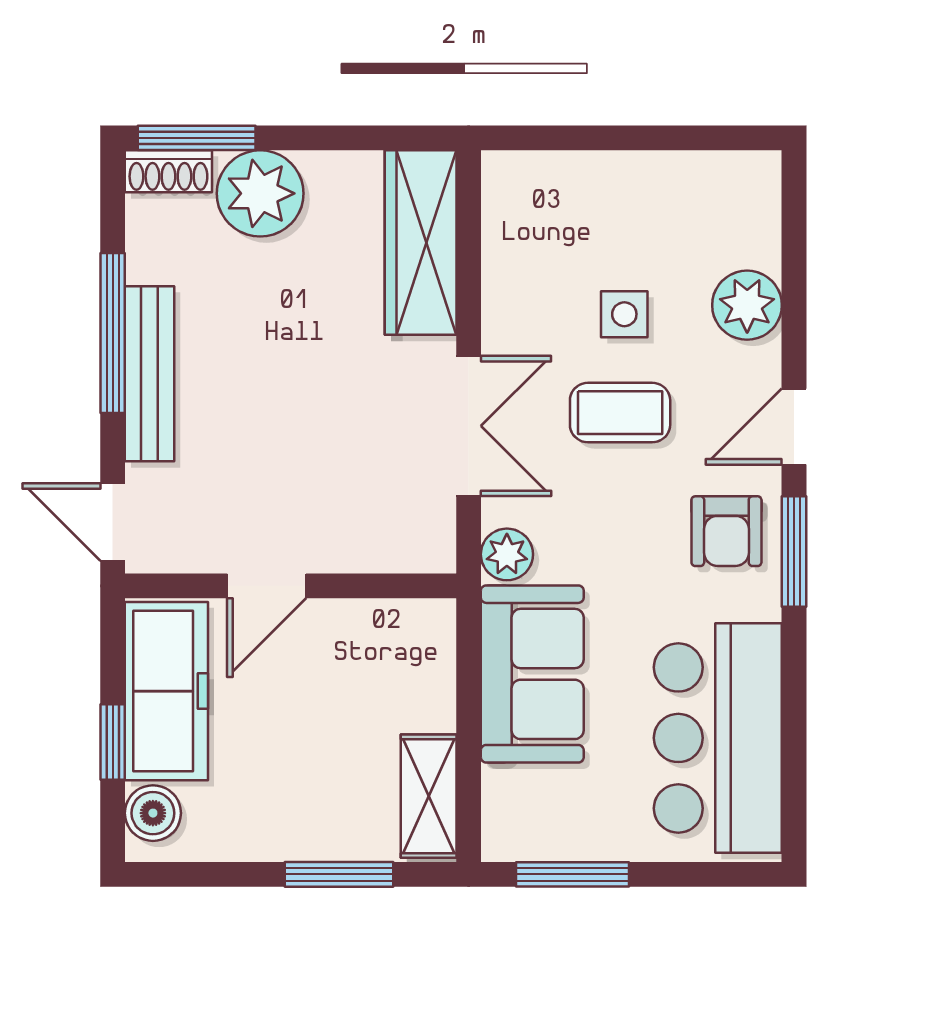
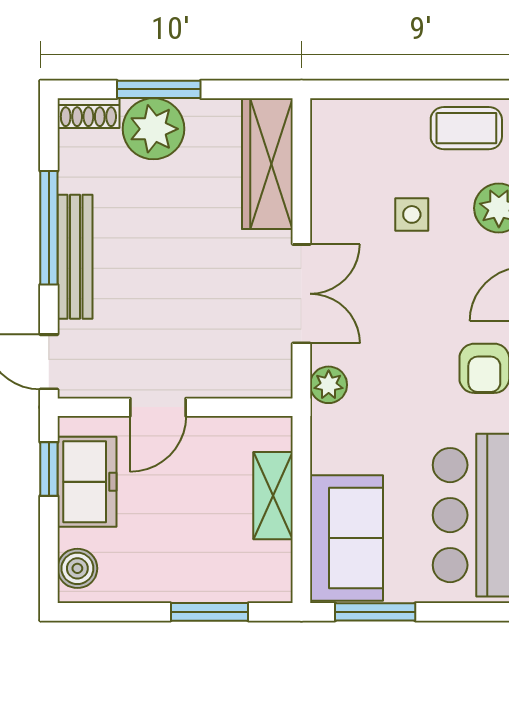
window: (197, 138) -> (159, 89), moved
coffee table: (620, 413) -> (466, 128), moved
sofa: (532, 674) -> (346, 538), moved
freezer: (166, 691) -> (87, 482), width x0.71
window: (113, 742) -> (49, 469), moved
shelving: (429, 796) -> (273, 496), moved

